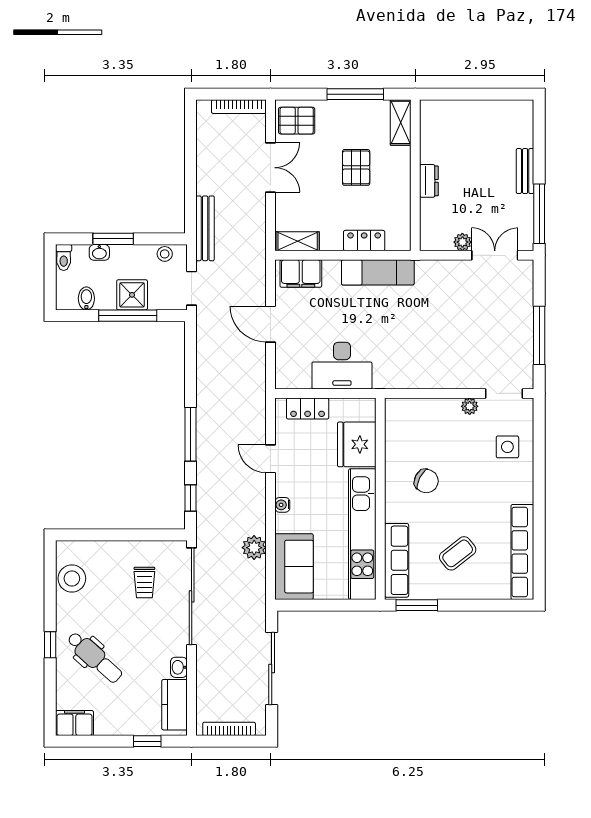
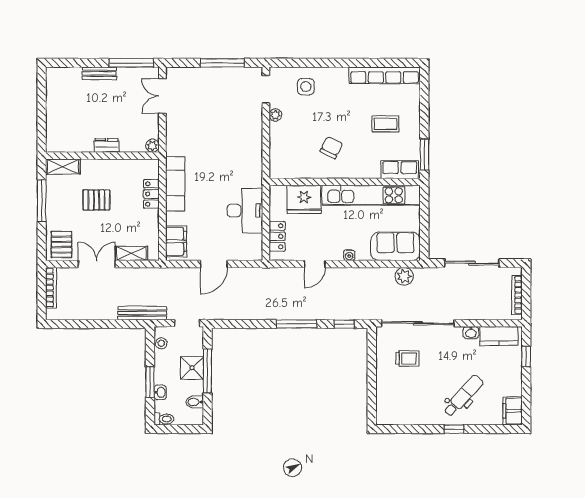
shelving: (298, 241) -> (131, 253), moved, turned 90
plant: (462, 242) -> (152, 146), moved
plant: (254, 548) -> (404, 276), moved
coffee table: (458, 553) -> (386, 124), turned -52
row of seats: (397, 560) -> (400, 170), width x0.68
stool: (72, 578) -> (404, 413), removed

